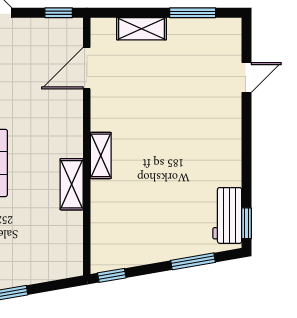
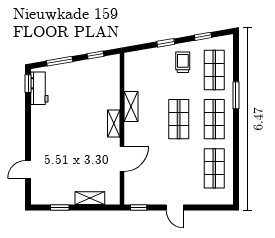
window: (193, 13) -> (60, 208), width x0.67
door: (87, 68) -> (122, 159), moved
window: (112, 275) -> (95, 55), moved

